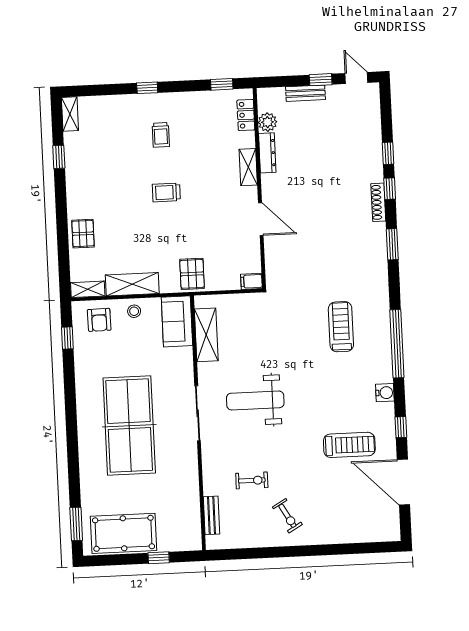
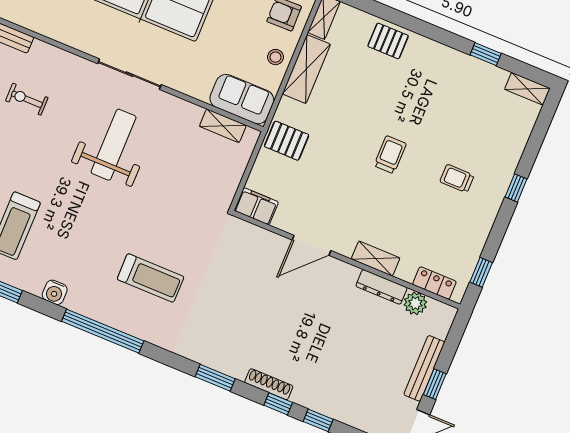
bench: (305, 93) -> (424, 368), width x1.36
filing cabinet: (251, 281) -> (256, 206), width x2.00
shelving: (206, 335) -> (223, 126), width x0.67, depth x0.75
exercise bike: (252, 480) -> (27, 99), turned 90

